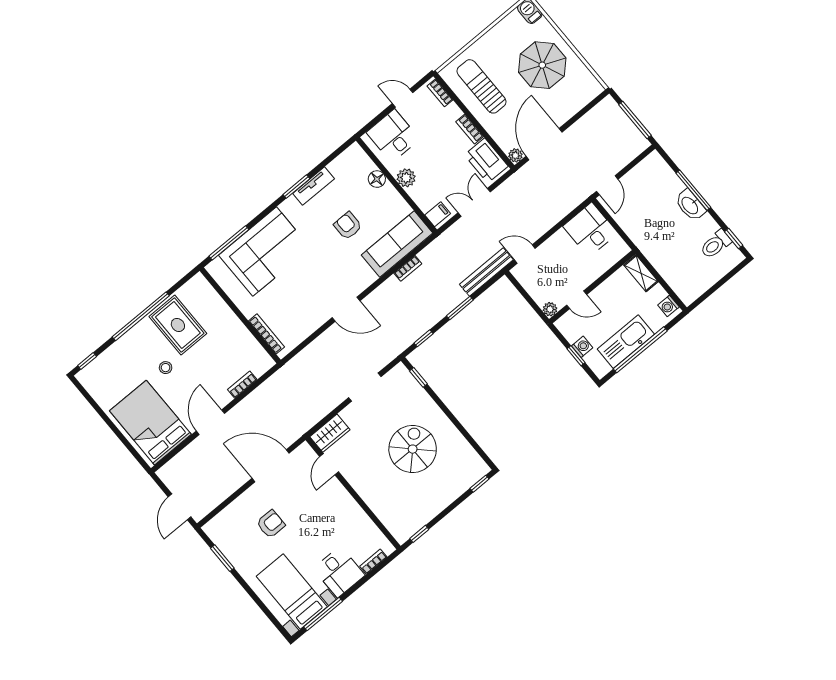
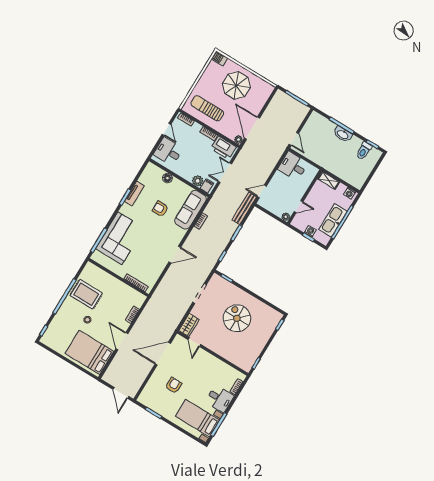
door: (403, 98) -> (166, 129), swing flipped
plant: (406, 178) -> (198, 181), moved

